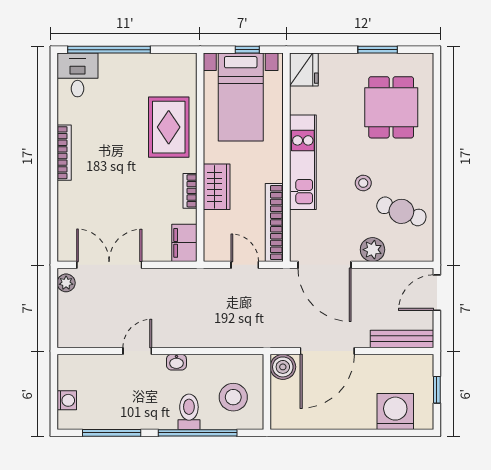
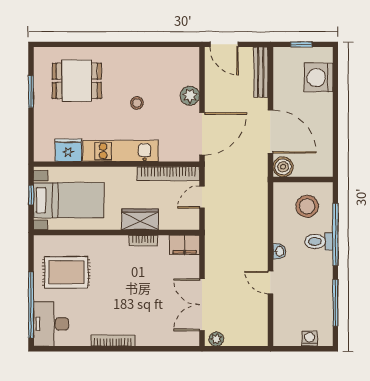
fridge: (304, 69) -> (68, 150), moved
desk: (77, 75) -> (51, 324), width x1.37
rug: (169, 127) -> (66, 272), moved
cafe table: (401, 211) -> (159, 73), removed

